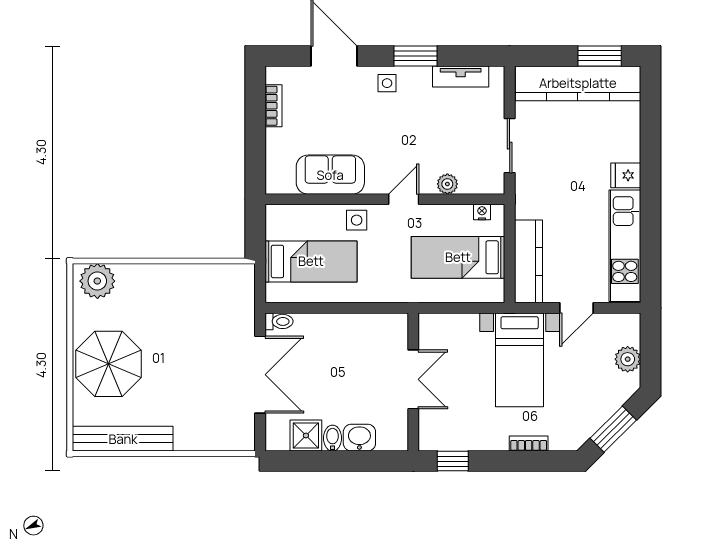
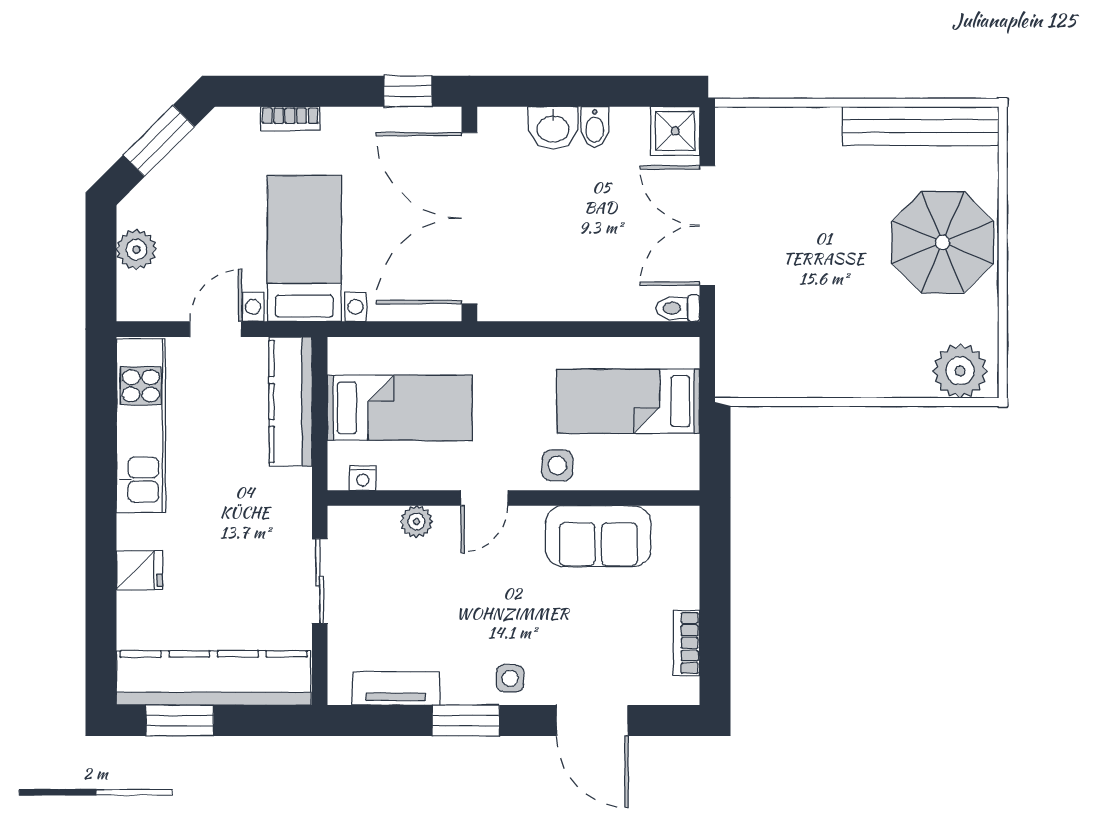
fridge: (626, 175) -> (139, 570), moved
double door: (413, 379) -> (469, 218), width x1.87
shower: (306, 435) -> (675, 131), moved

